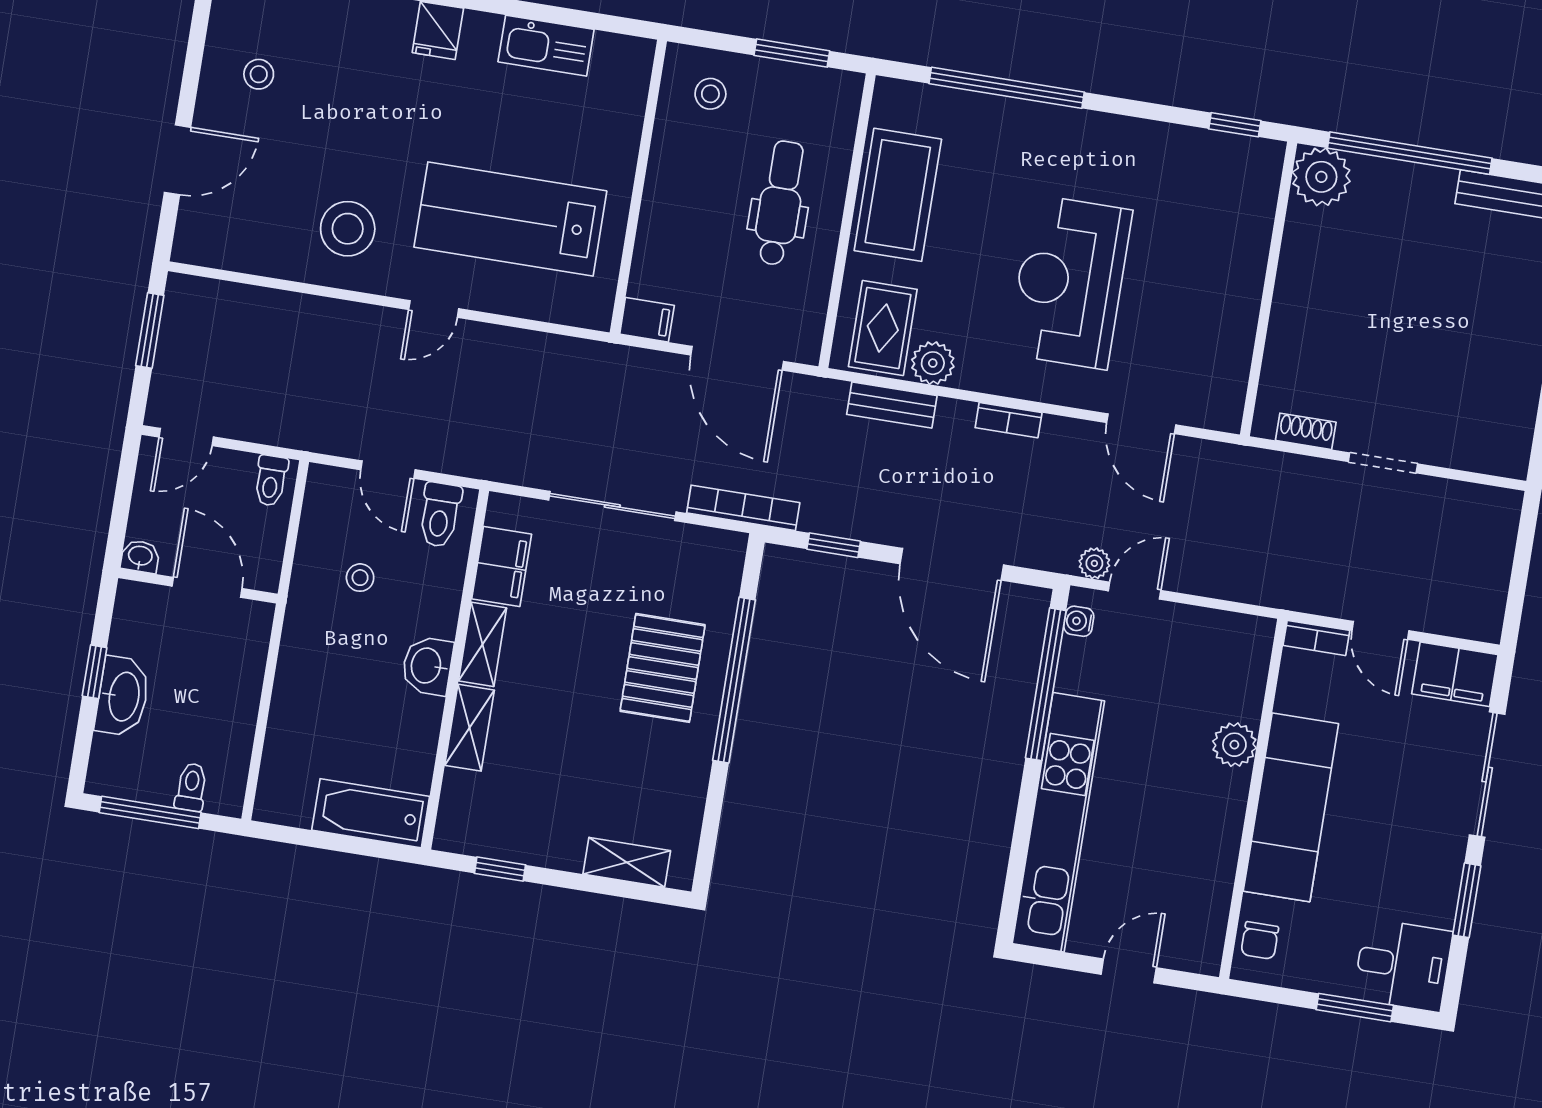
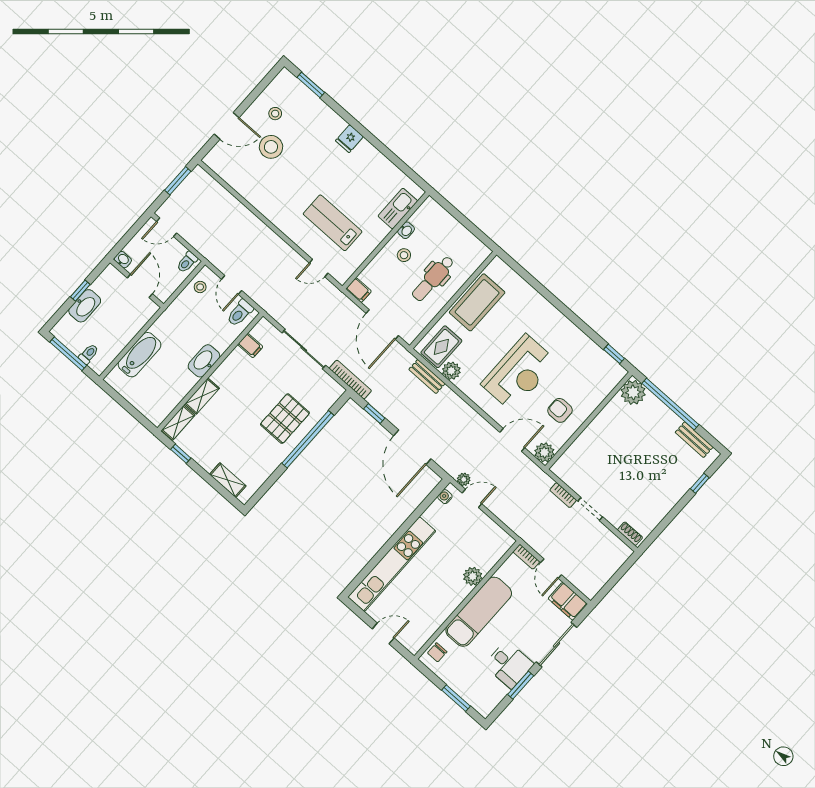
kitchen sink: (546, 46) -> (398, 209), moved, turned 90
window: (792, 53) -> (471, 227), removed
window: (1007, 88) -> (541, 289), removed
stool: (710, 94) -> (404, 255), moved
washbasin: (666, 141) -> (406, 230), added
dental chair: (780, 203) -> (433, 279), turned 180
lab bench: (510, 219) -> (333, 223), width x0.73, depth x0.72
stool: (348, 229) -> (271, 147), moved
reception desk: (1070, 282) -> (519, 373), turned 180
armchair: (1199, 305) -> (560, 410), added
door: (434, 309) -> (319, 268), moved
plant: (1221, 408) -> (544, 452), added
bookcase: (1009, 420) -> (563, 495), moved
door: (1141, 424) -> (512, 440), swing flipped
shoe rack: (1306, 431) -> (630, 534), moved
filing cabinet: (502, 567) -> (250, 346), width x0.50
stool: (360, 578) -> (200, 287), moved
shelving: (483, 644) -> (178, 423), moved
washbasin: (427, 666) -> (204, 361), width x1.38
window: (1046, 684) -> (419, 512), removed
bathtub: (371, 813) -> (140, 355), moved, turned 90
desk: (1403, 965) -> (509, 664), moved

